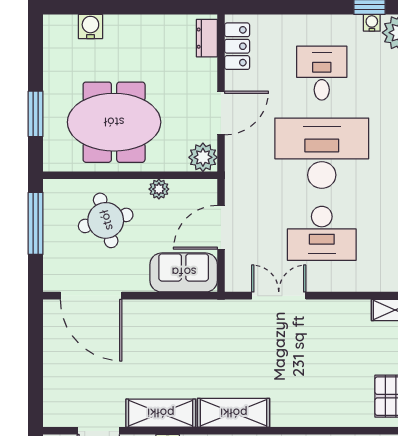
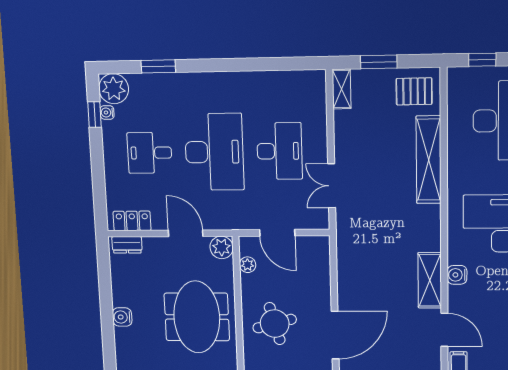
water cooler: (90, 26) -> (122, 317), moved
desk: (322, 153) -> (214, 152), turned 180
plant: (159, 189) -> (248, 265), moved
sofa: (184, 272) -> (315, 262), removed
shelving: (234, 413) -> (429, 160), moved, width x1.47

